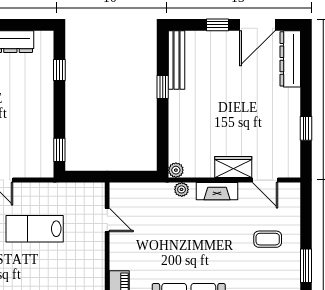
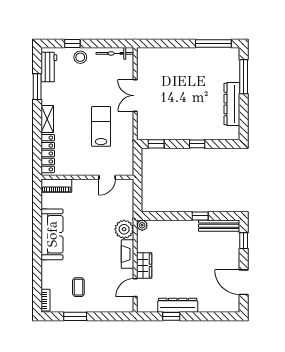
window: (217, 25) -> (244, 241), moved
dresser: (290, 59) -> (178, 305), moved
window: (59, 70) -> (197, 144), moved
plant: (182, 189) -> (124, 229), width x1.88, depth x1.88
coffee table: (268, 239) -> (78, 287), moved

